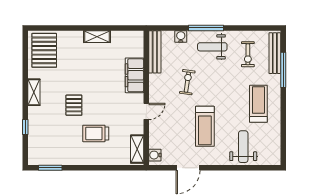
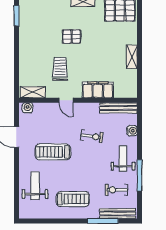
window: (206, 28) -> (140, 175), moved
trolley: (96, 133) -> (60, 69), moved
weight bench: (243, 147) -> (35, 186), turned -90

